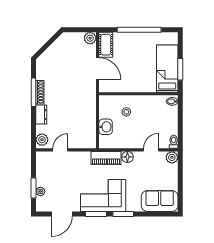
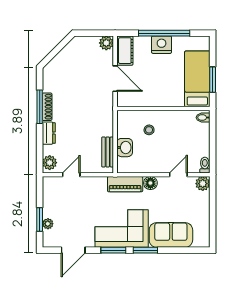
nightstand: (137, 40) -> (162, 45), added
bench: (91, 131) -> (108, 152), added
sofa: (160, 201) -> (171, 235), moved

